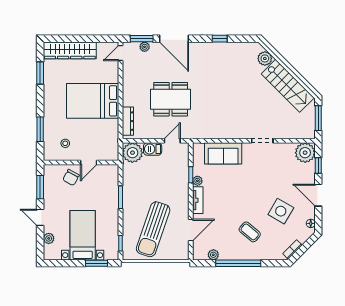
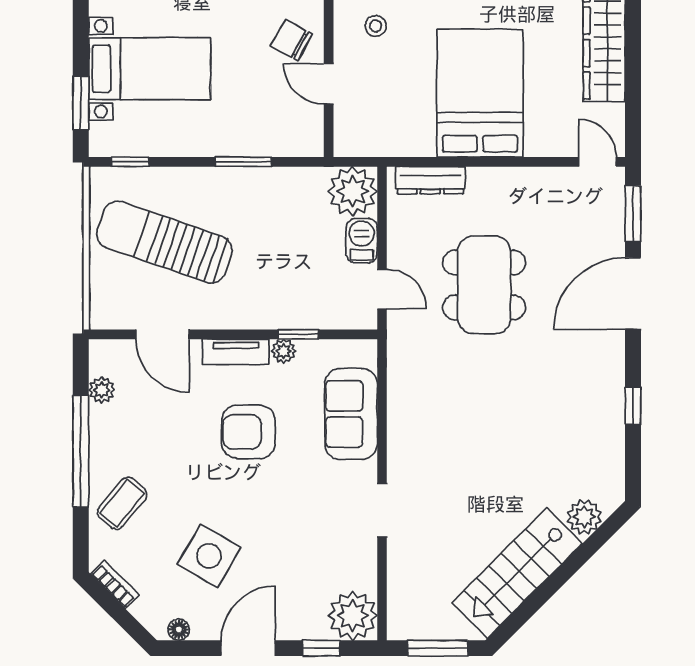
plant: (145, 47) -> (613, 221), removed
armchair: (230, 195) -> (248, 432), added
coffee table: (250, 232) -> (122, 503), moved

